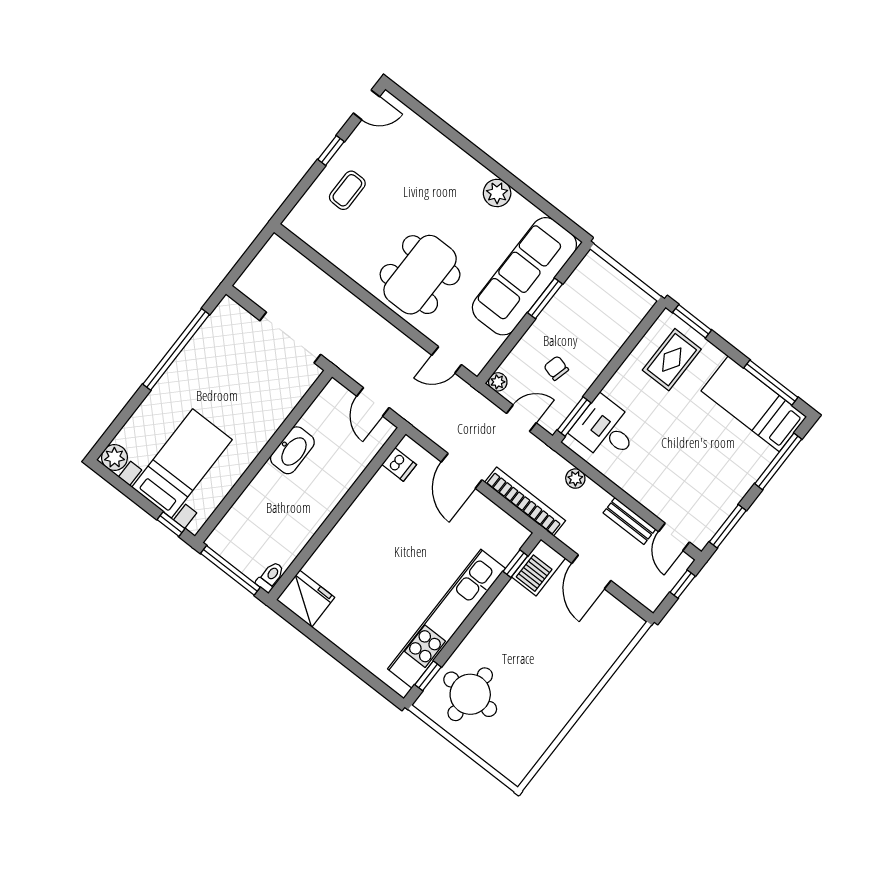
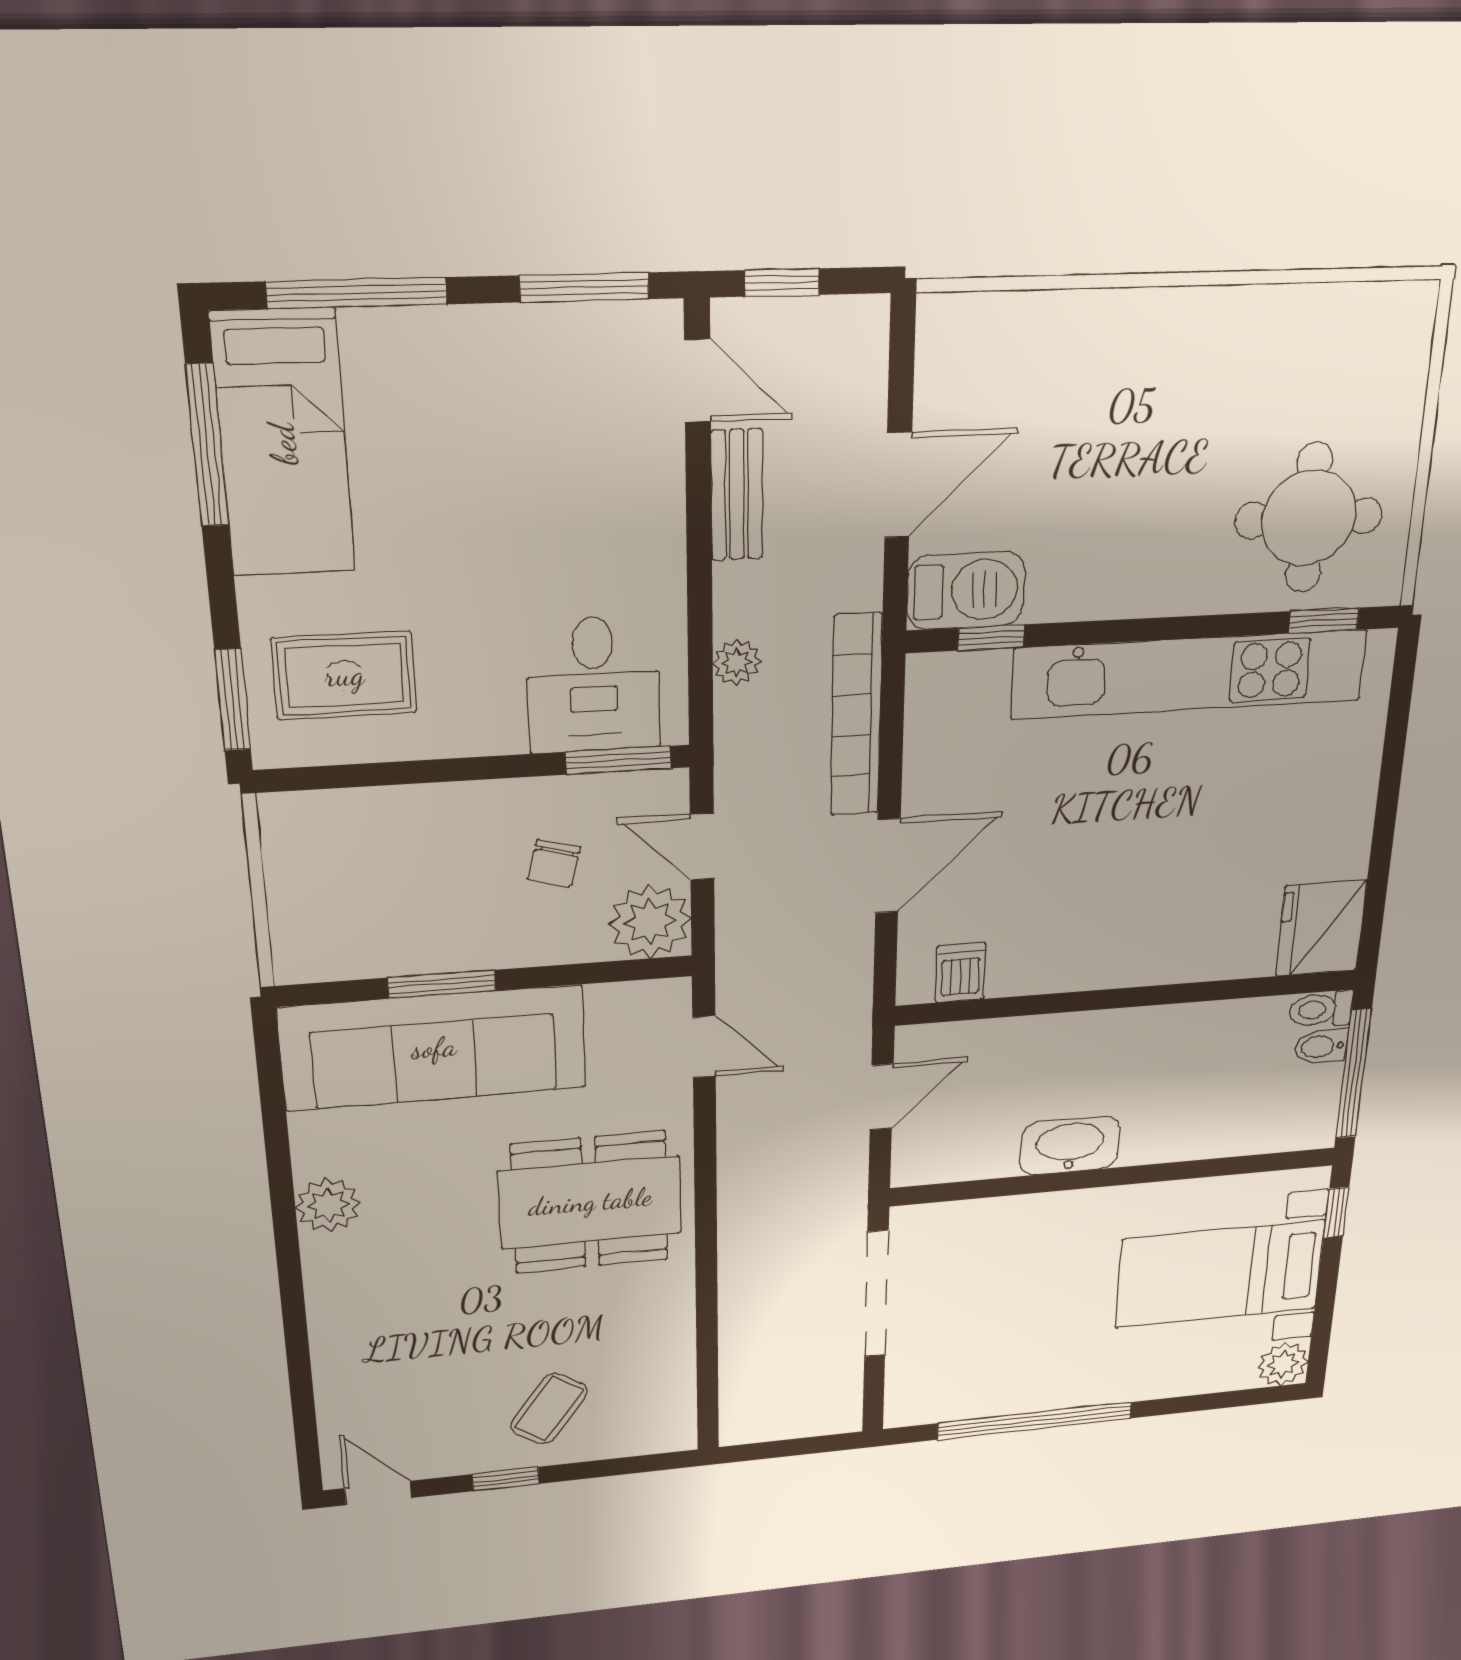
coffee table: (347, 190) -> (549, 1409), turned -55
plant: (498, 382) -> (650, 922), width x1.88, depth x1.88
door: (674, 537) -> (698, 381), hinge flipped
bidet: (254, 567) -> (1321, 1046), added

